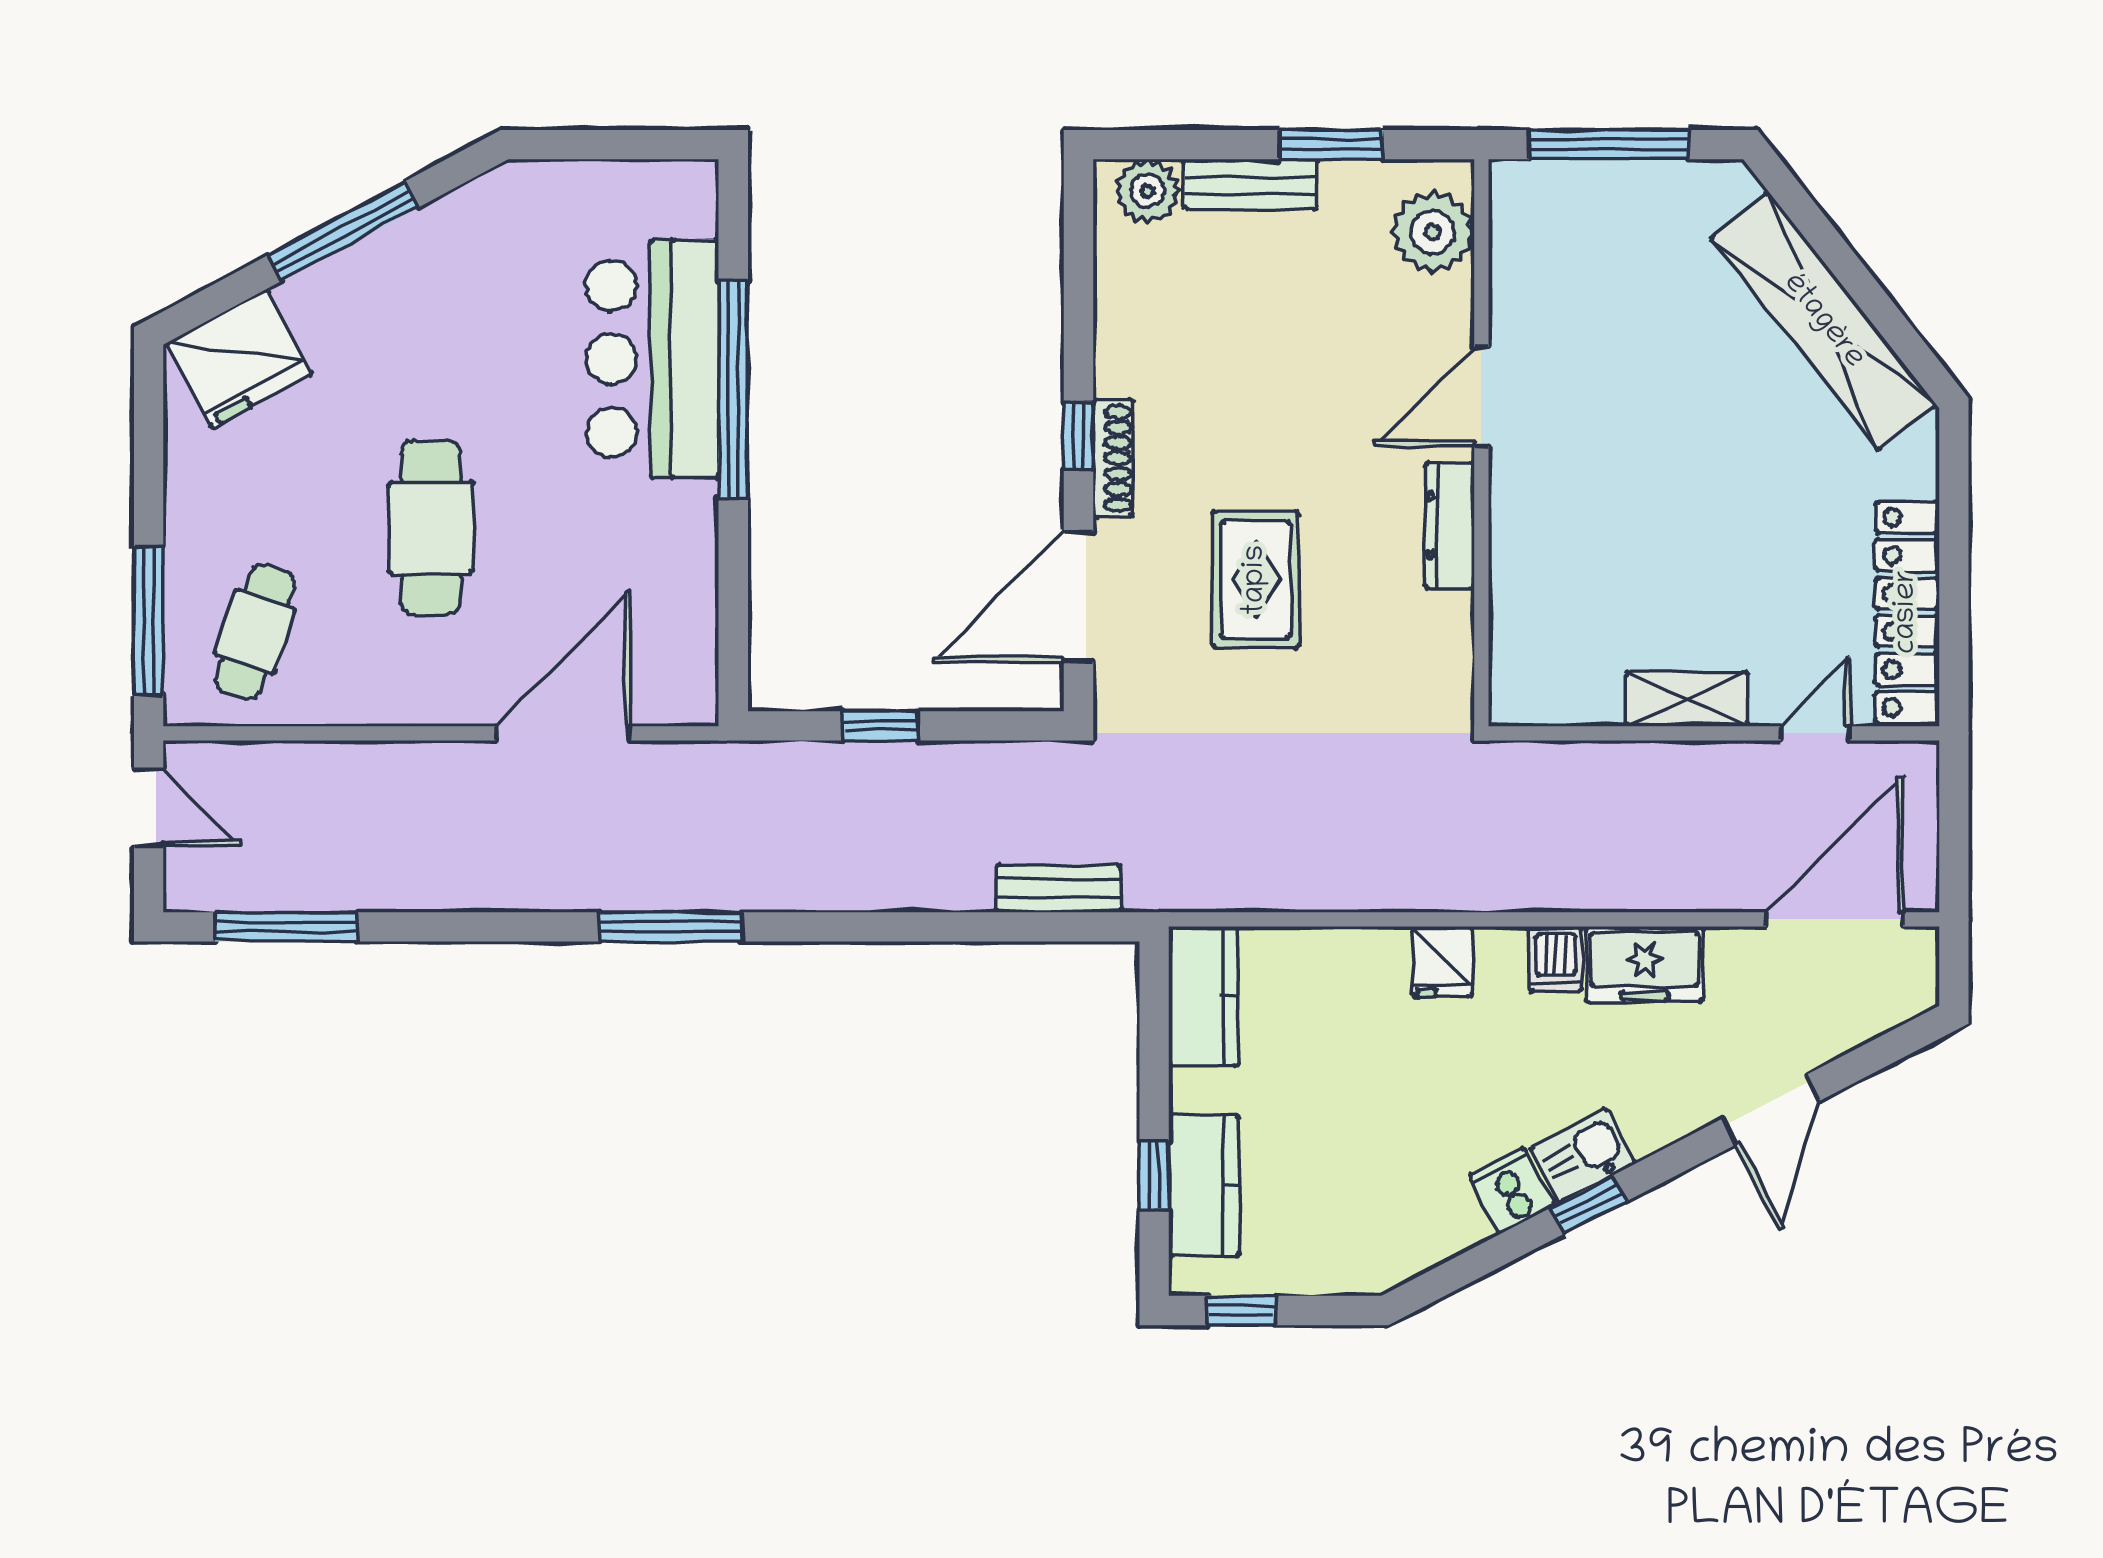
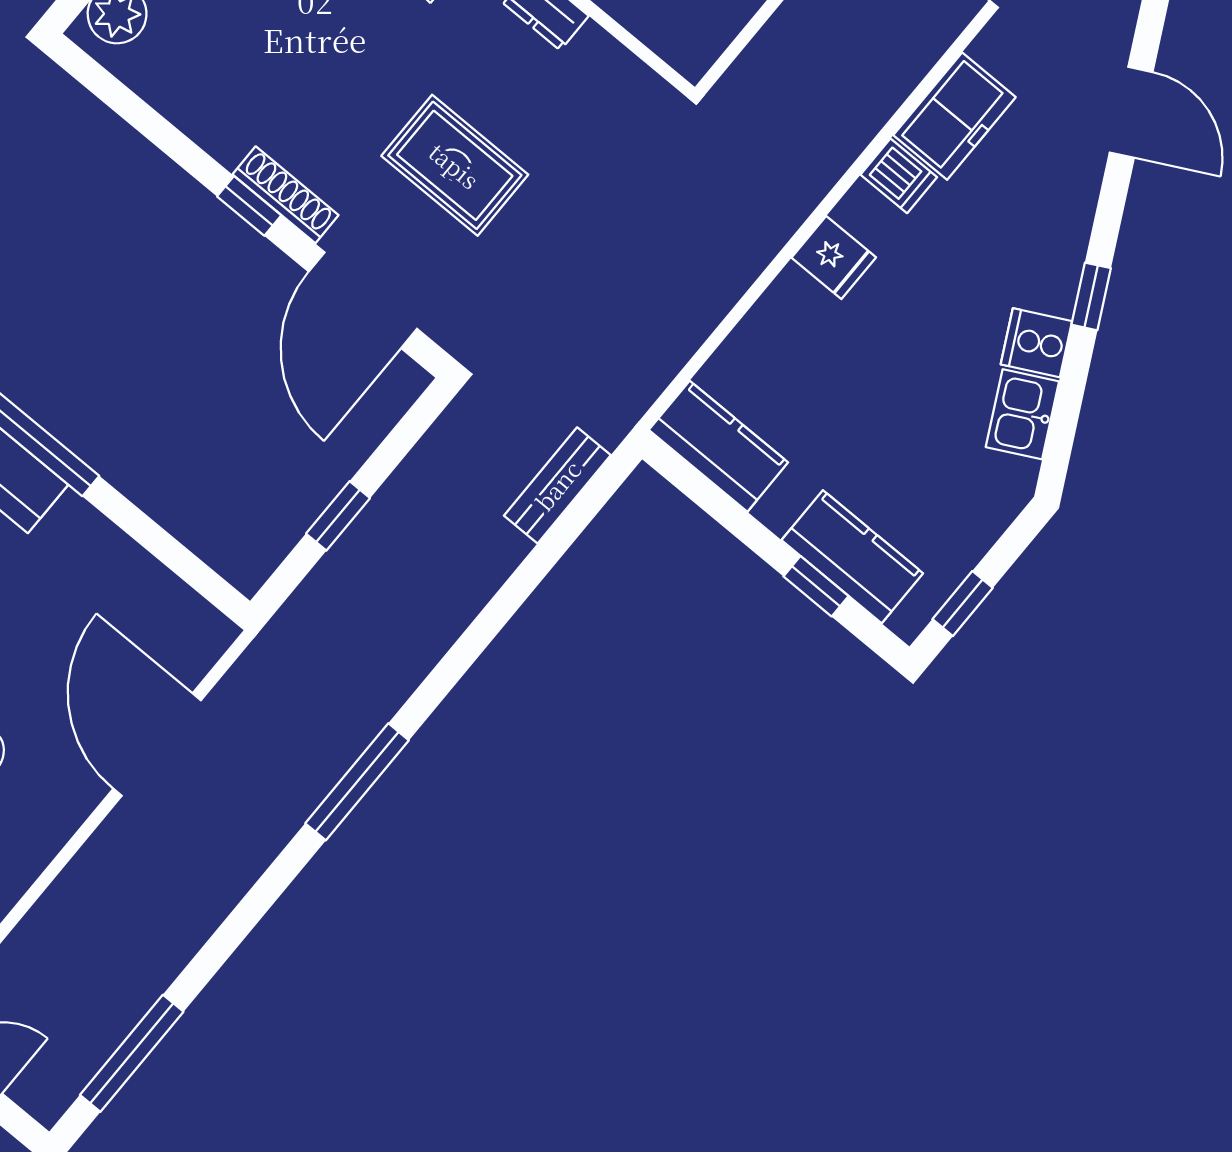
kitchen sink: (1583, 1156) -> (1022, 414), moved

